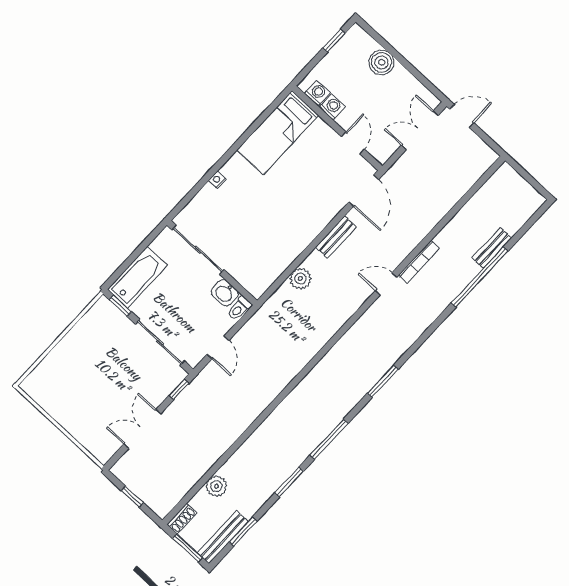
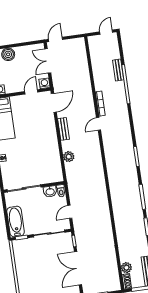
washing machine: (332, 107) -> (45, 83), moved
door: (353, 143) -> (31, 92), hinge flipped
door: (534, 184) -> (106, 32), added
door: (364, 191) -> (54, 103), hinge flipped
door: (218, 347) -> (70, 212), swing flipped
double door: (142, 429) -> (78, 268), width x1.37
plant: (216, 486) -> (126, 268), moved

